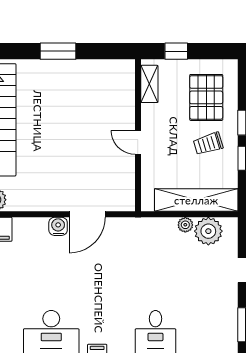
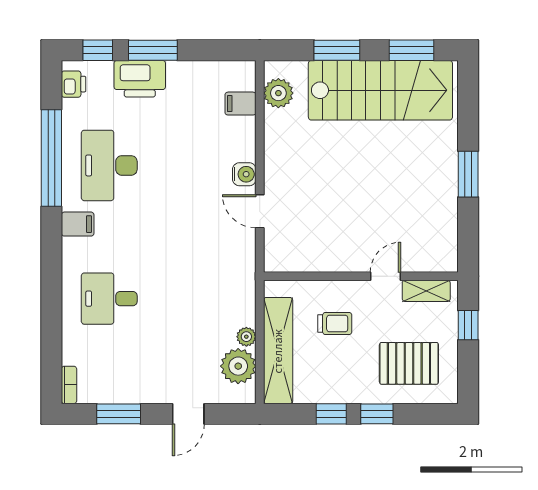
door: (138, 142) -> (385, 276), moved
trolley: (208, 144) -> (335, 323), moved, turned 107
door: (87, 214) -> (260, 211), width x0.73

